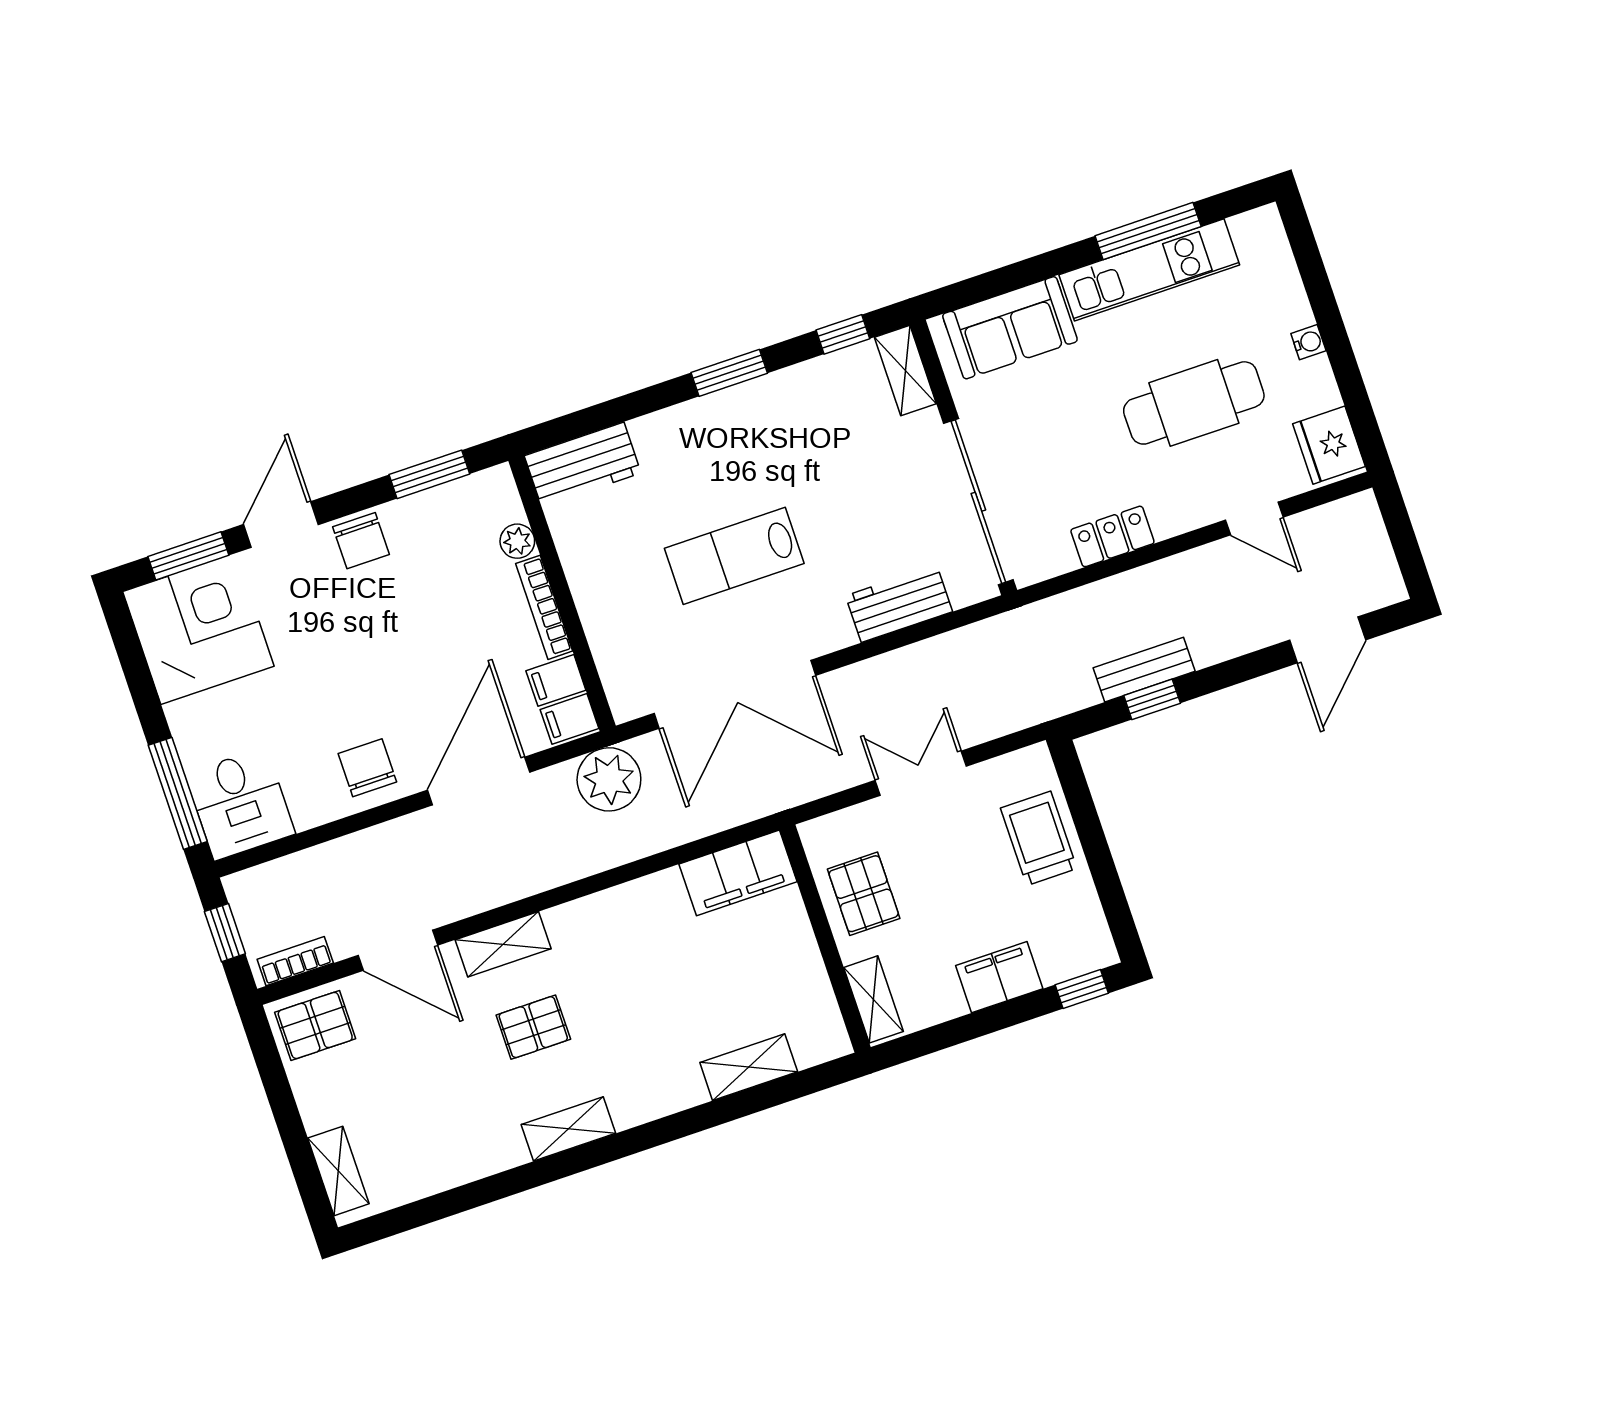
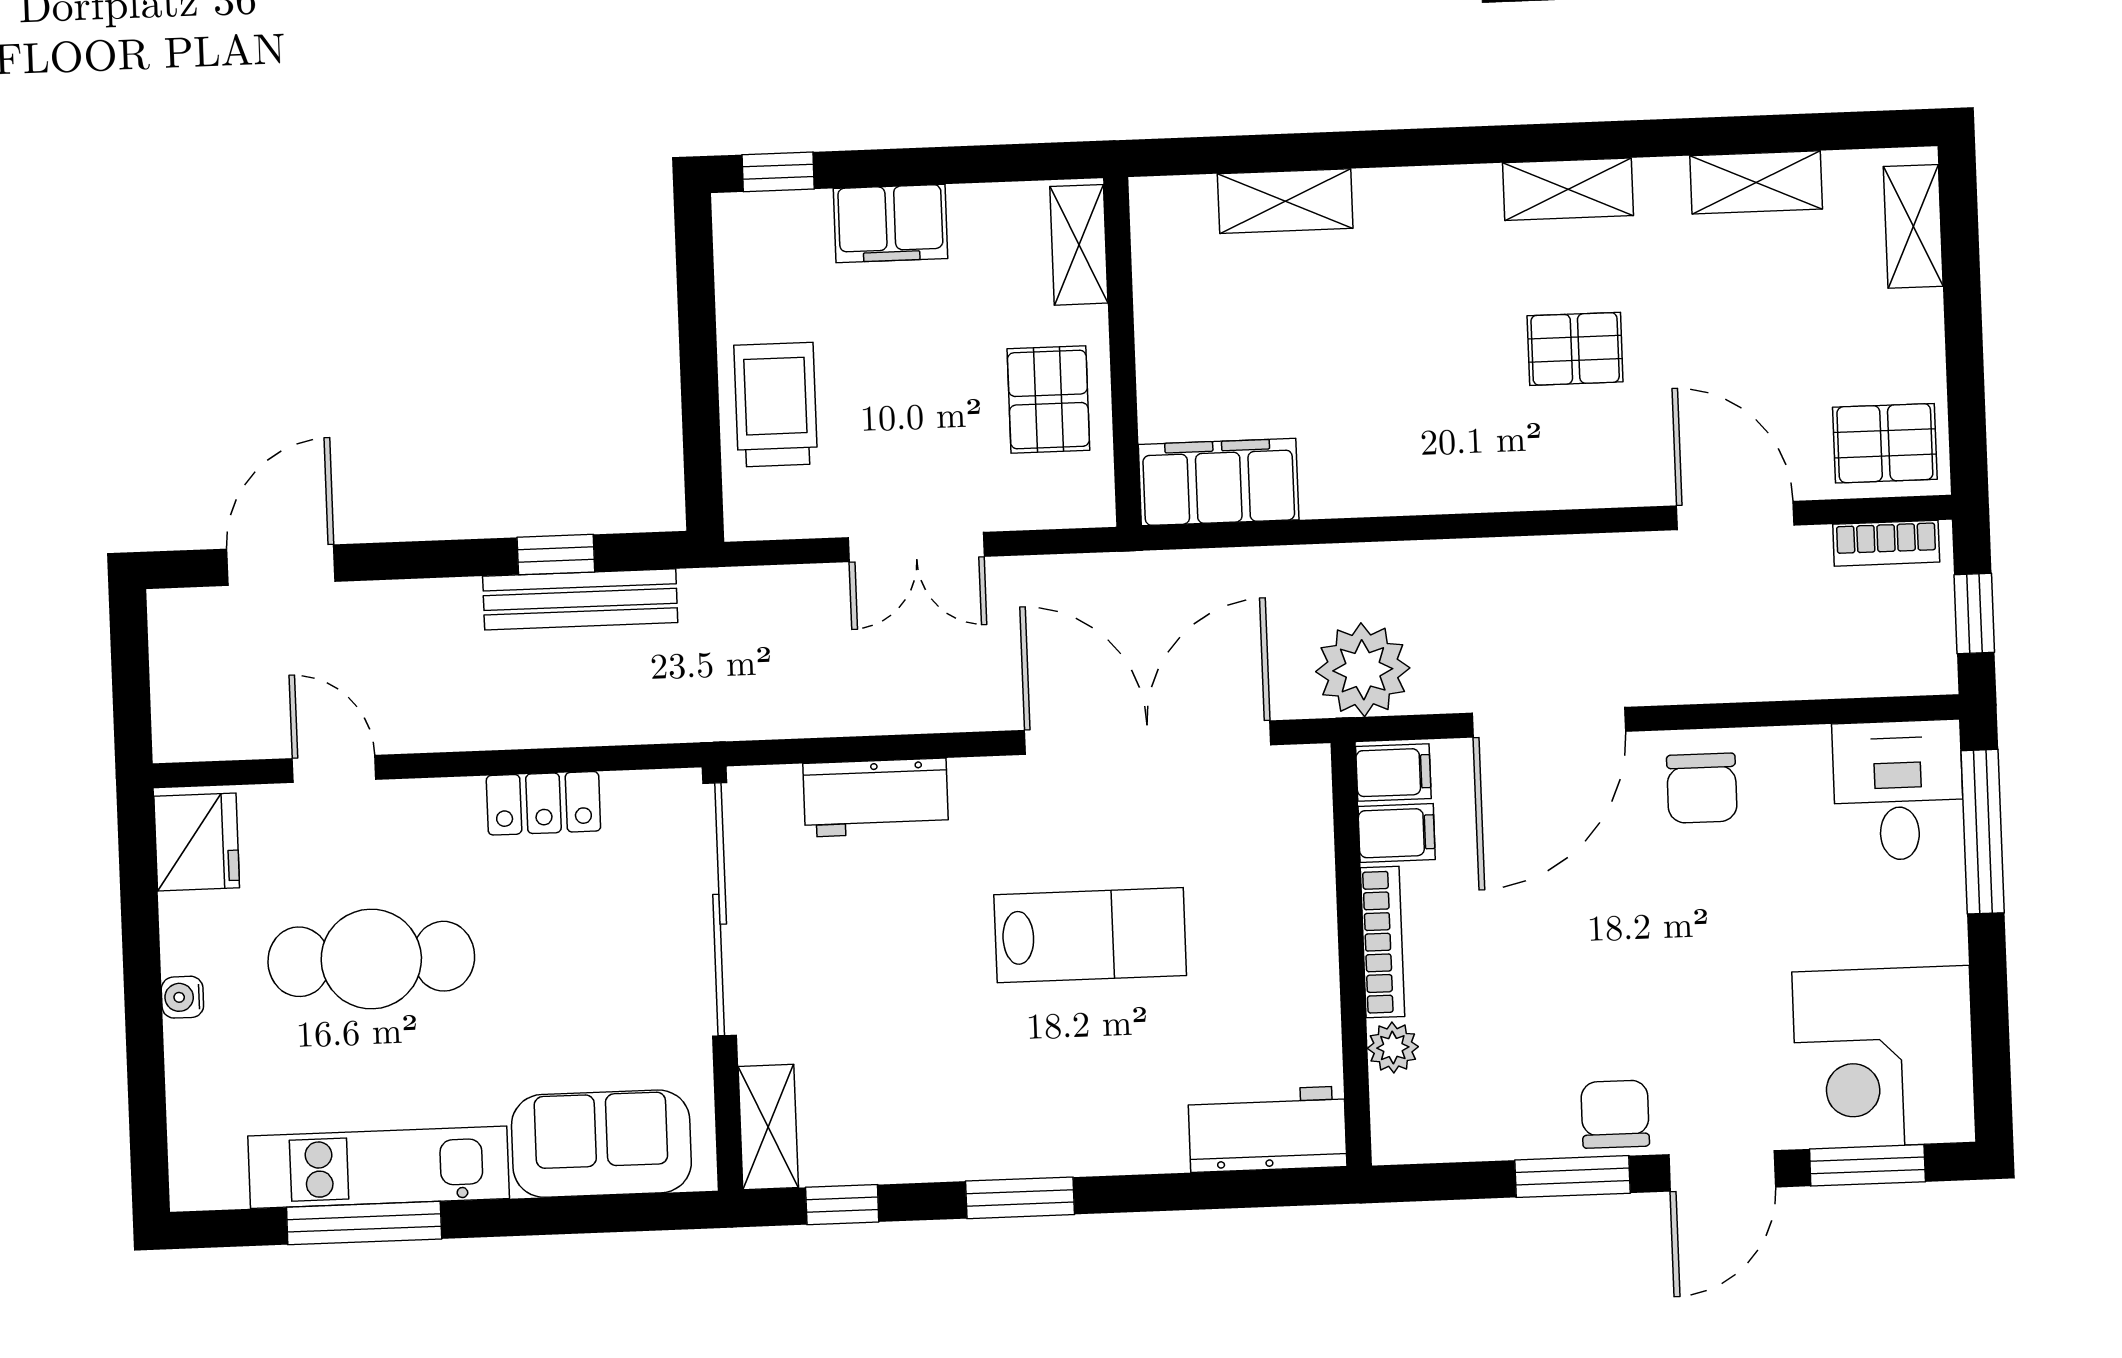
window: (429, 474) -> (1572, 1177), moved
bench: (1144, 670) -> (580, 599), width x1.36
trolley: (1039, 838) -> (776, 405), turned 180
shelving: (503, 944) -> (1756, 182), moved

